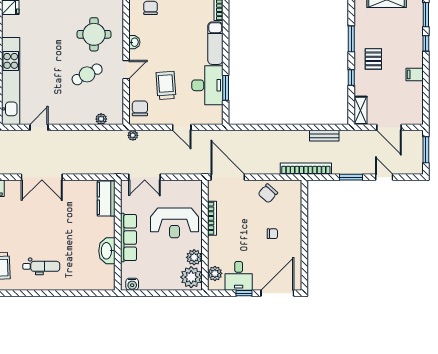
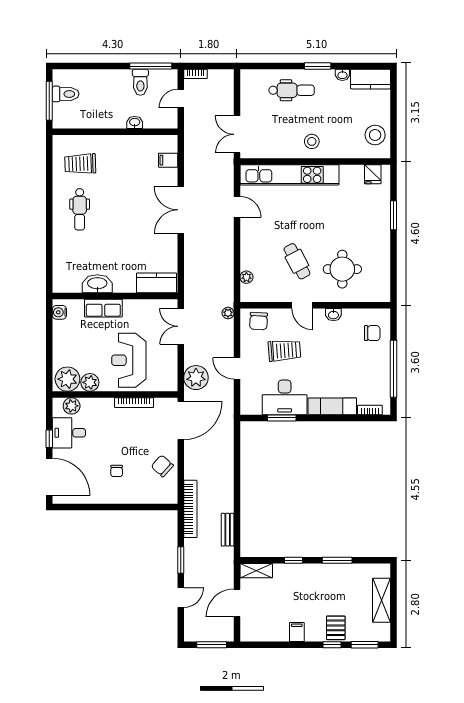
pallet: (373, 59) -> (336, 628), moved, turned 90
chair: (140, 108) -> (259, 321), turned 93
door: (182, 127) -> (237, 368), hinge flipped
plant: (190, 164) -> (196, 378), added
row of seats: (128, 238) -> (103, 308), width x0.68

